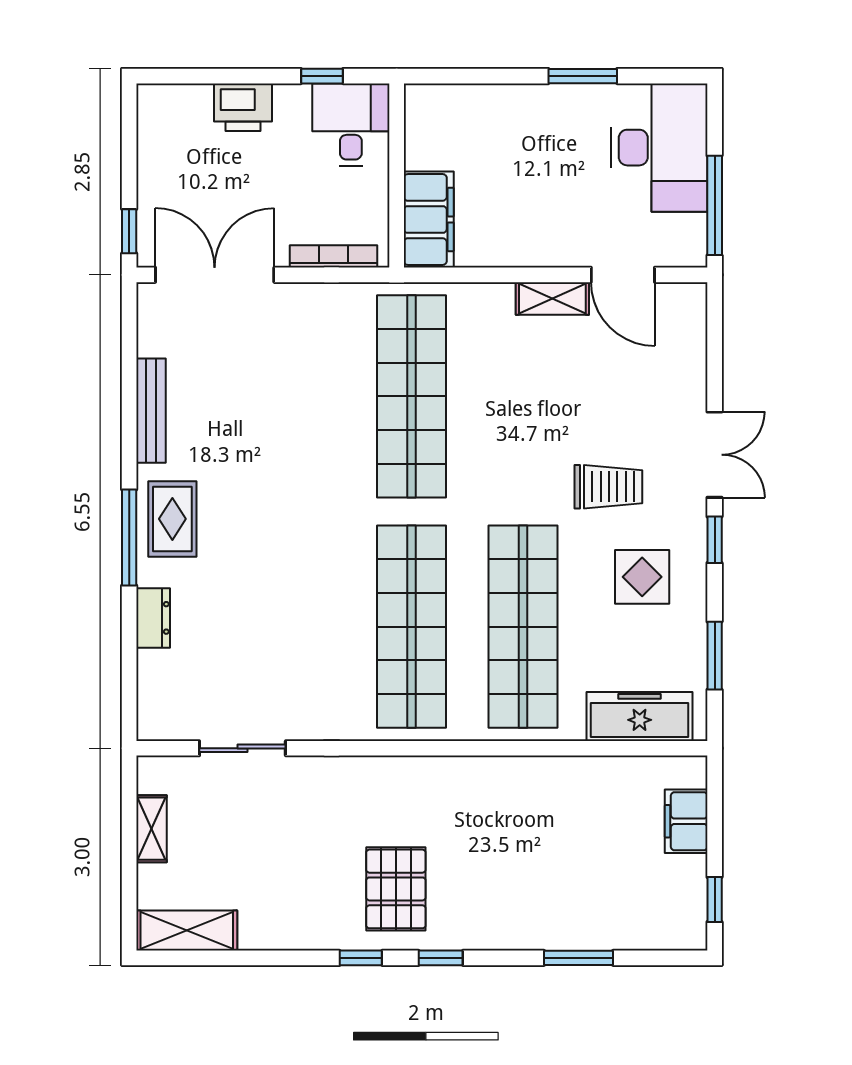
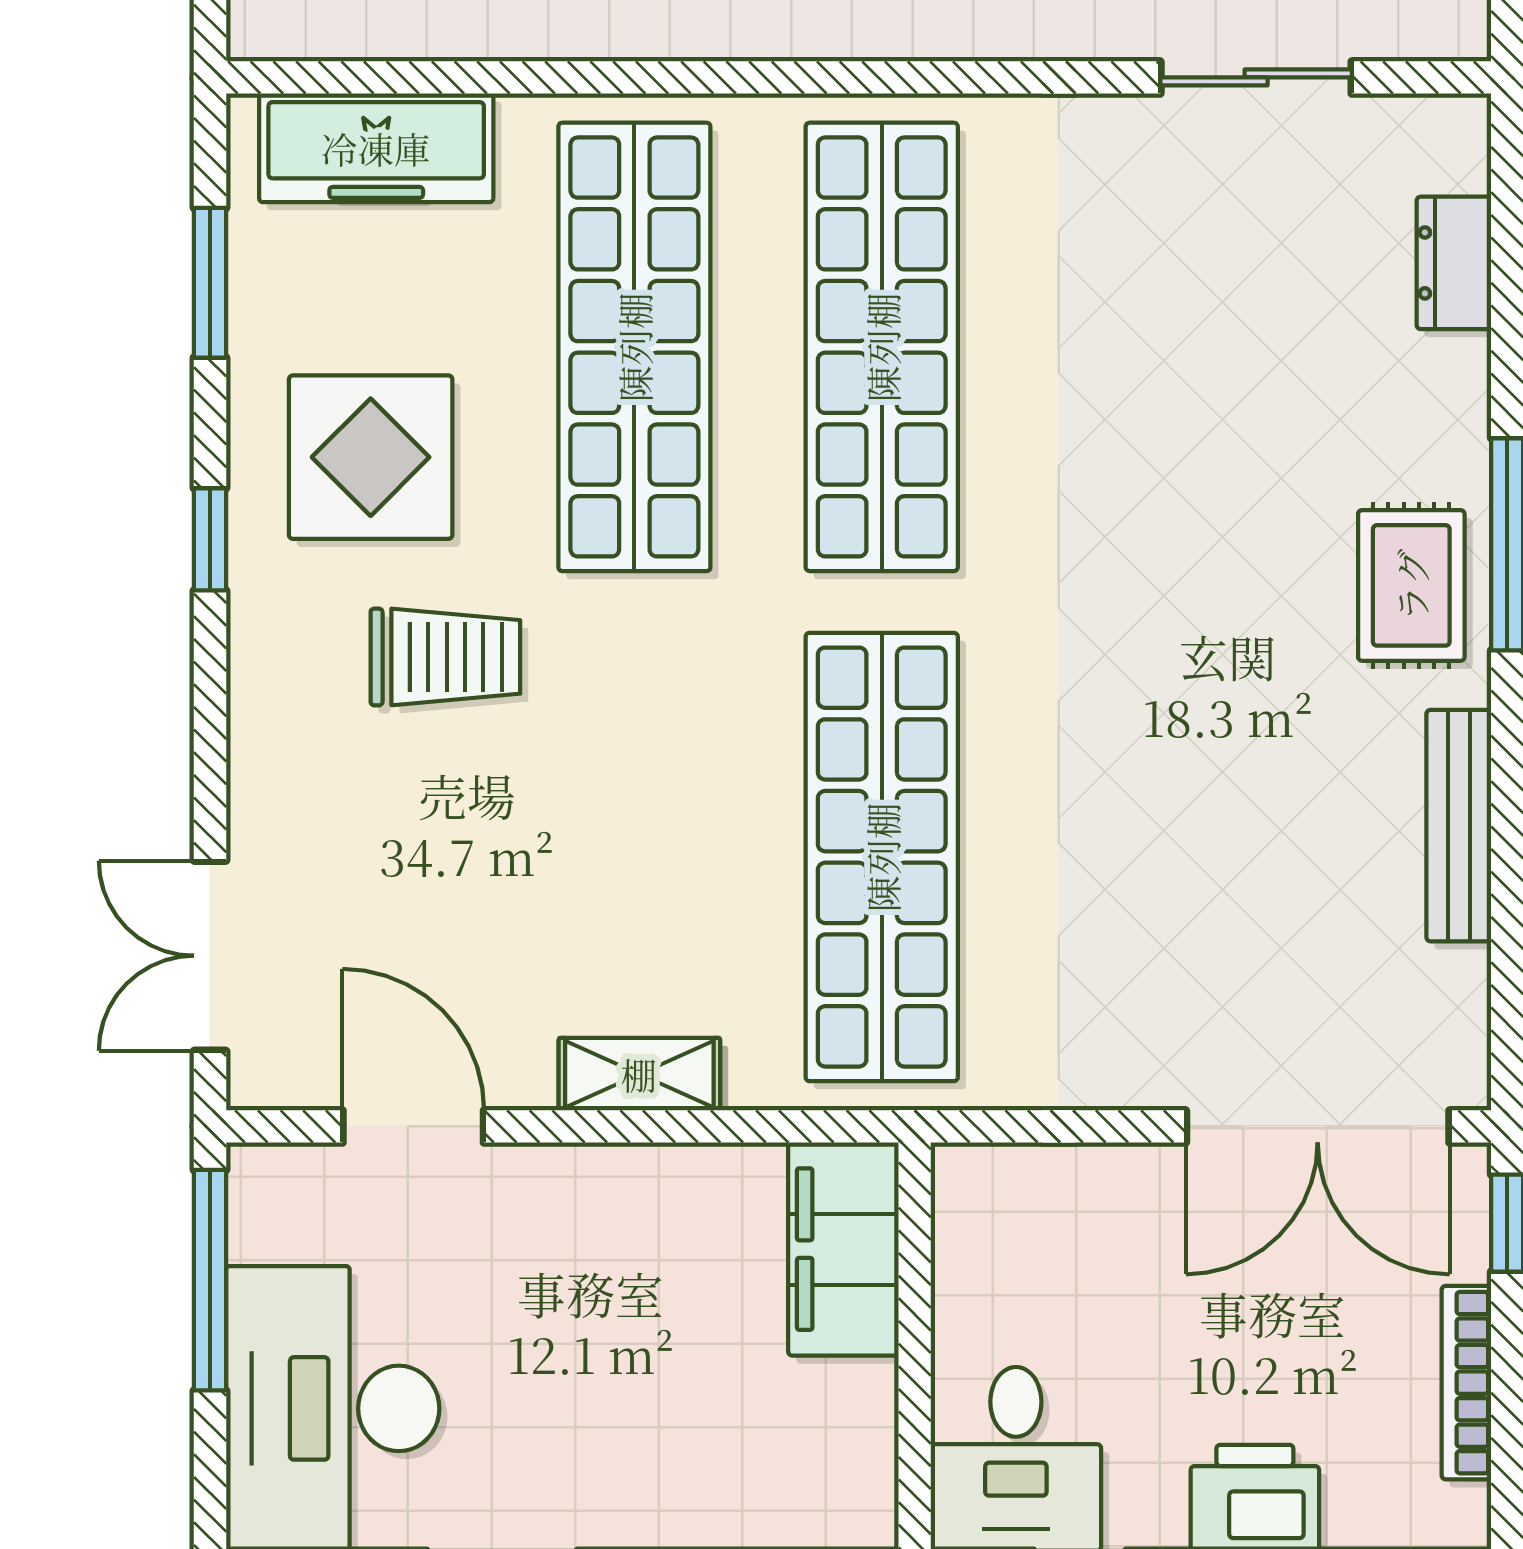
bookcase: (334, 256) -> (1466, 1383), moved, turned 90
shelving: (552, 298) -> (639, 1074), moved
double door: (715, 455) -> (210, 956), moved
trolley: (608, 487) -> (445, 657), turned 180
display table: (642, 577) -> (371, 457), width x1.36, depth x1.36
dresser: (153, 618) -> (1454, 263), moved

